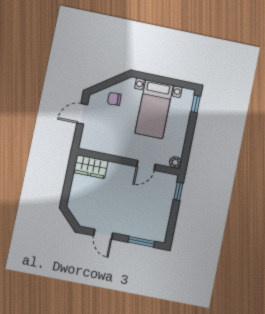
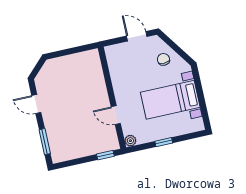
window: (196, 104) -> (164, 142), moved
wardrobe: (91, 167) -> (92, 65), removed
door: (103, 234) -> (36, 104), hinge flipped

